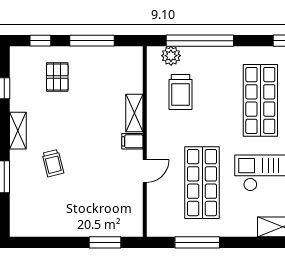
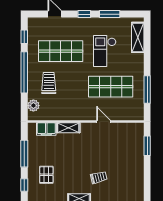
window: (200, 41) -> (24, 72), moved
pallet: (57, 77) -> (46, 175), turned 90
trolley: (181, 92) -> (49, 83), moved, turned -90
filing cabinet: (132, 141) -> (46, 129), moved, width x2.00

